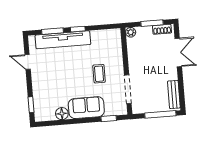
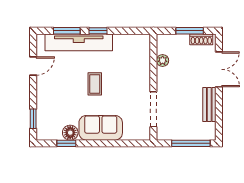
plant: (131, 32) -> (163, 60), moved
door: (28, 62) -> (33, 66), swing flipped
coffee table: (99, 74) -> (95, 84), moved
bench: (174, 95) -> (209, 105), moved
window: (109, 118) -> (66, 143), moved

